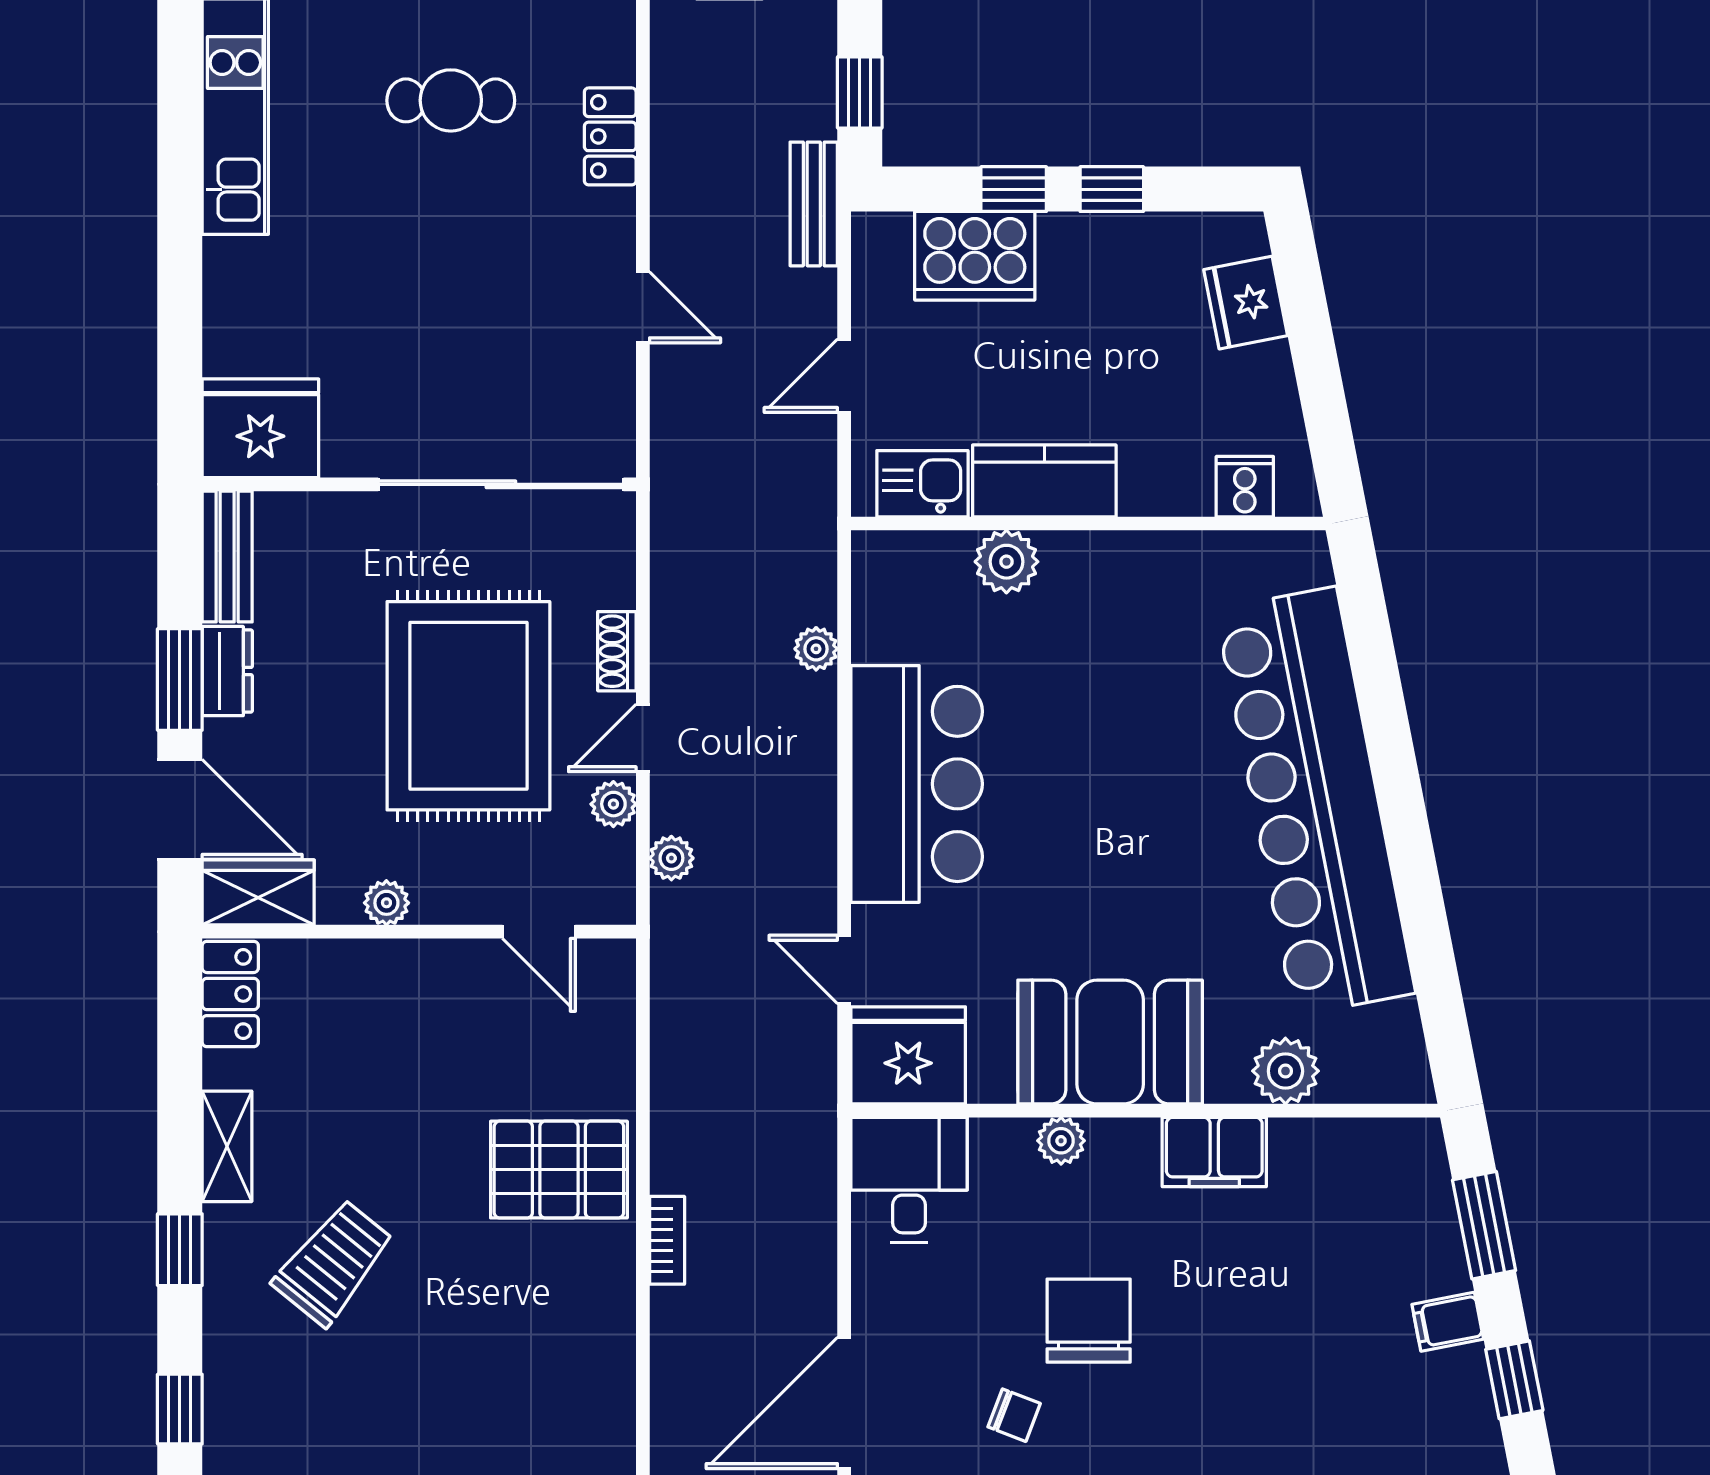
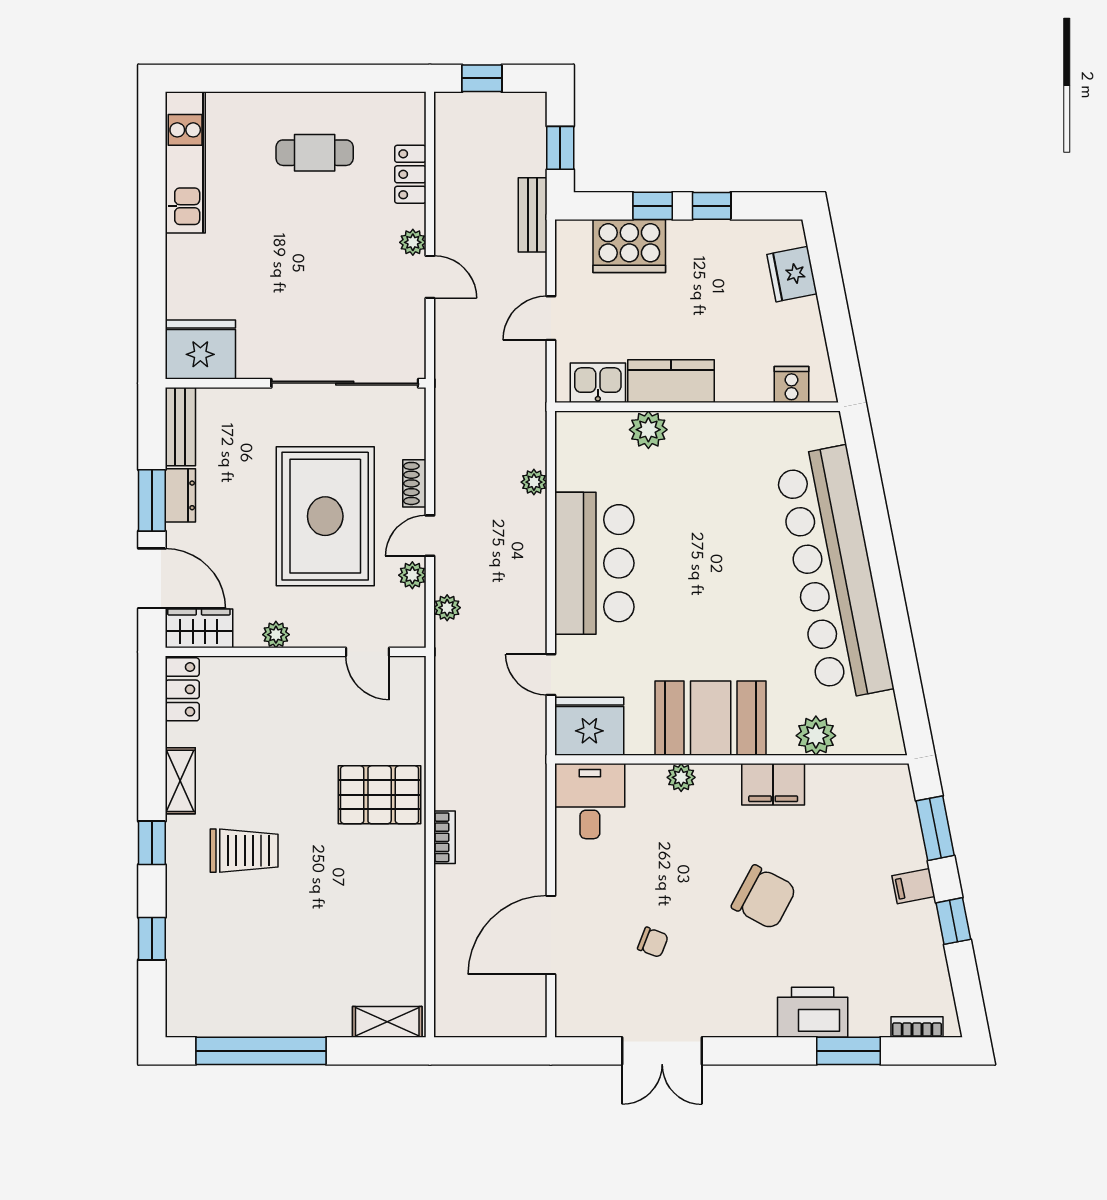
plant: (614, 250) -> (413, 242), added
trolley: (333, 1263) -> (244, 851), turned 51
chair: (1089, 1321) -> (764, 897), moved, turned 118

